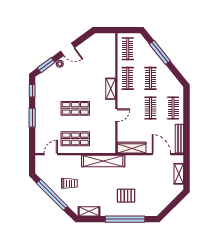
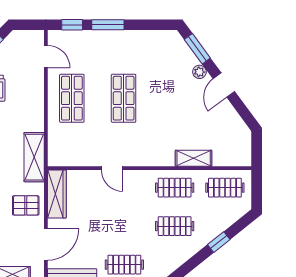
window: (160, 52) -> (219, 242), width x0.46
shelving: (111, 89) -> (194, 158), moved
window: (32, 91) -> (72, 25), moved
clothes rail: (150, 108) -> (124, 226), removed
shelving: (103, 161) -> (34, 157), width x0.68
pallet: (138, 166) -> (26, 205), added

